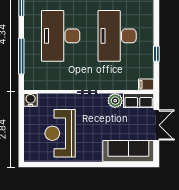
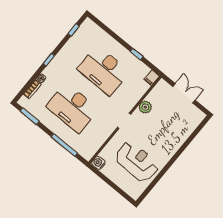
row of seats: (139, 101) -> (158, 92), removed
reception desk: (60, 133) -> (137, 162), turned 180
sofa: (128, 151) -> (186, 126), removed

